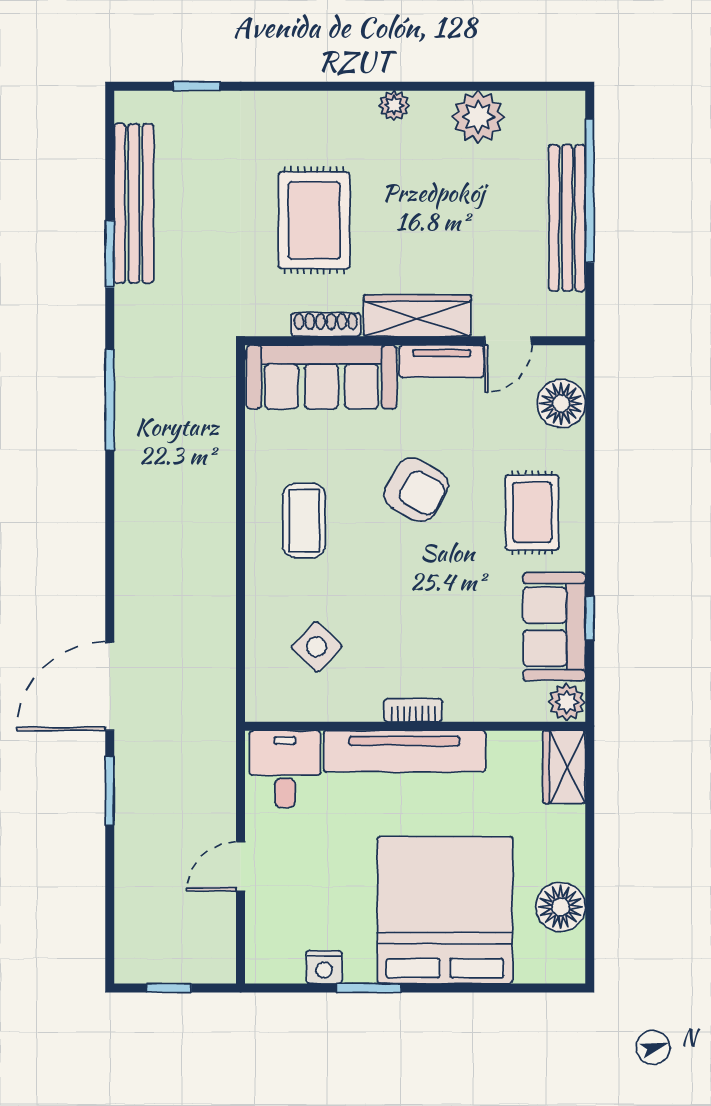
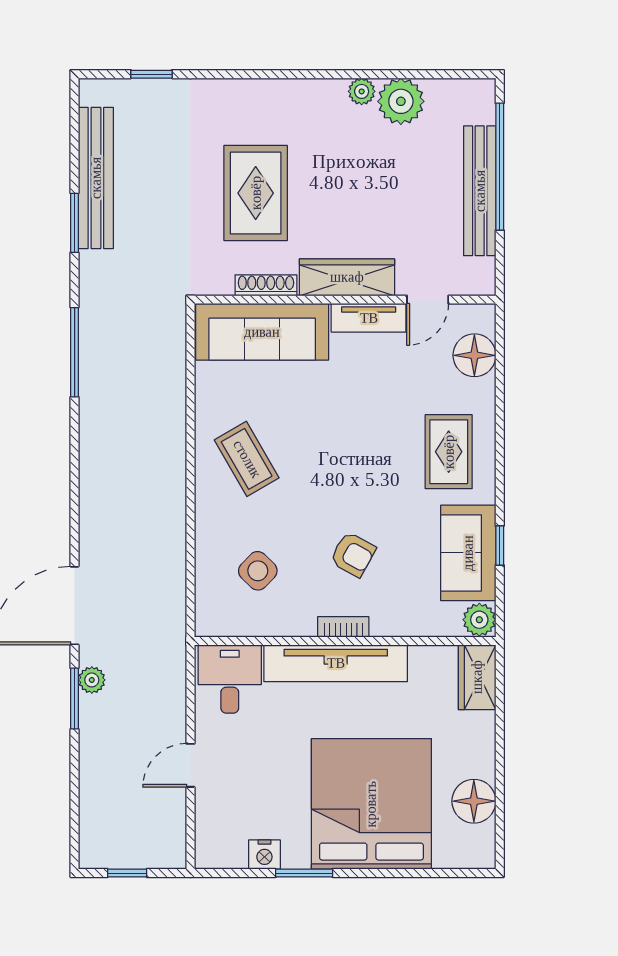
plant: (394, 106) -> (362, 91), moved
armchair: (416, 490) -> (353, 554), moved, width x0.72, depth x0.72
coffee table: (304, 521) -> (247, 459), turned -30
plant: (129, 770) -> (92, 680), added

